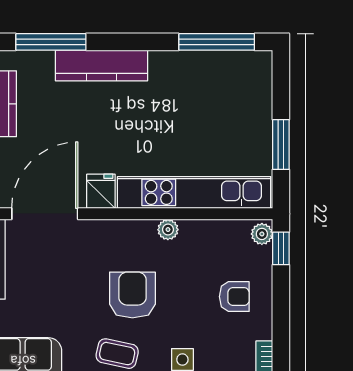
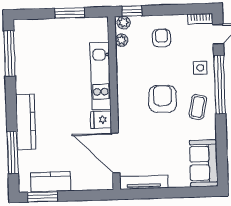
kitchen unit: (194, 192) -> (100, 76), width x0.73
plant: (168, 230) -> (121, 40), moved
armchair: (132, 295) -> (163, 99), turned 90

